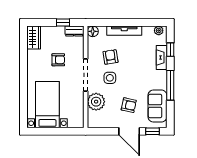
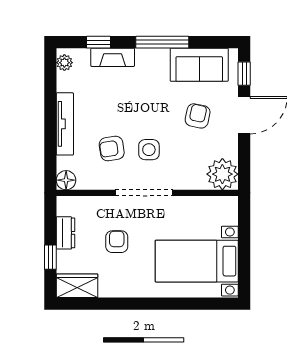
window: (63, 23) -> (50, 257), moved
dresser: (74, 31) -> (66, 233), moved
plant: (96, 102) -> (222, 174), moved

